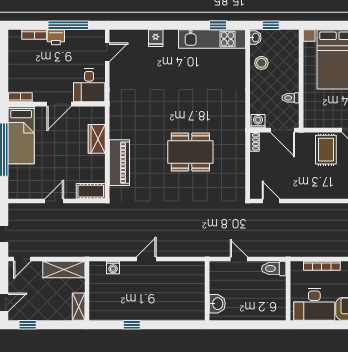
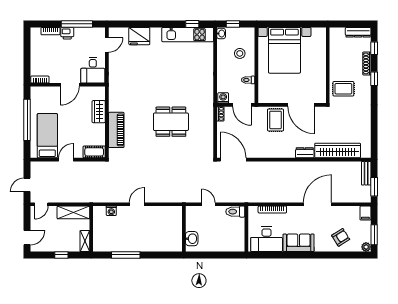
fridge: (156, 38) -> (139, 36), width x1.88, depth x1.34
stool: (261, 63) -> (240, 53), moved
bed: (21, 135) -> (47, 136), moved, turned 180
door: (271, 201) -> (233, 160), width x1.87
window: (28, 325) -> (61, 255), moved
window: (132, 325) -> (126, 255), width x2.17

